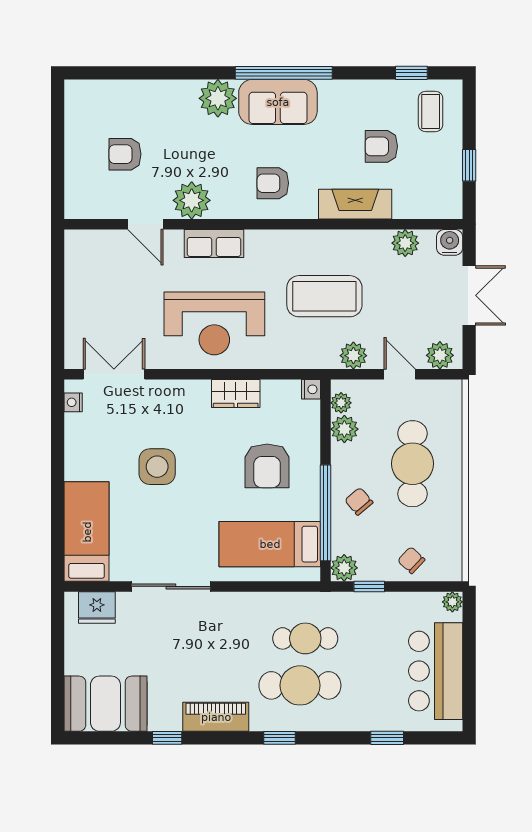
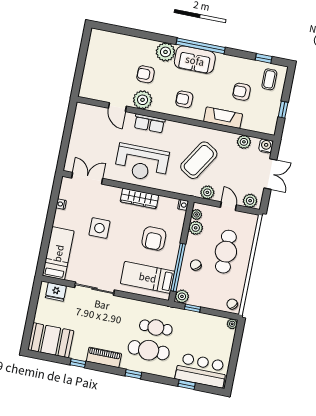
armchair: (125, 154) -> (146, 74), moved
coffee table: (324, 296) -> (199, 160), turned -58
wardrobe: (236, 393) -> (139, 198), width x1.50
nightstand: (73, 402) -> (61, 204), moved
chair: (411, 560) -> (232, 304), moved
bar counter: (436, 671) -> (201, 370), moved, turned 90

